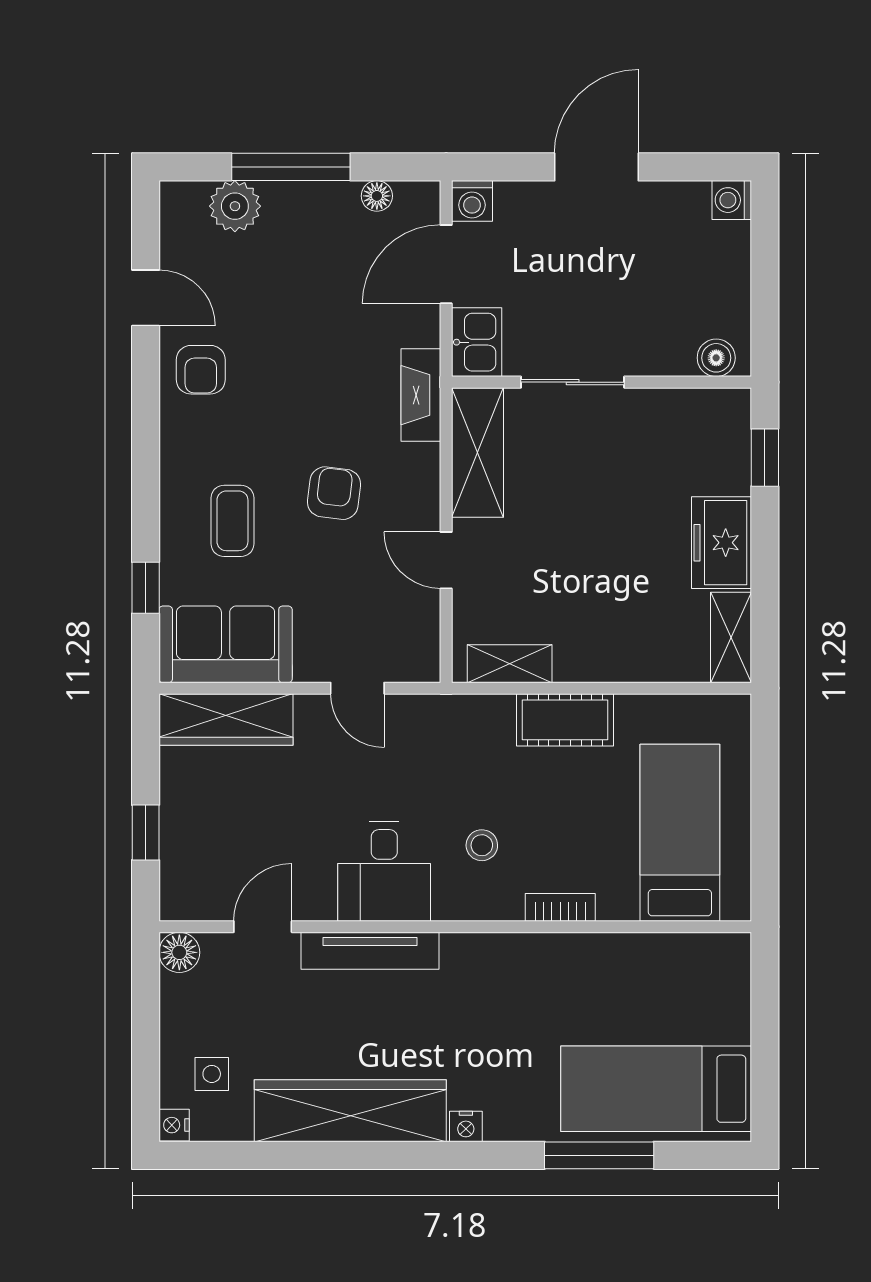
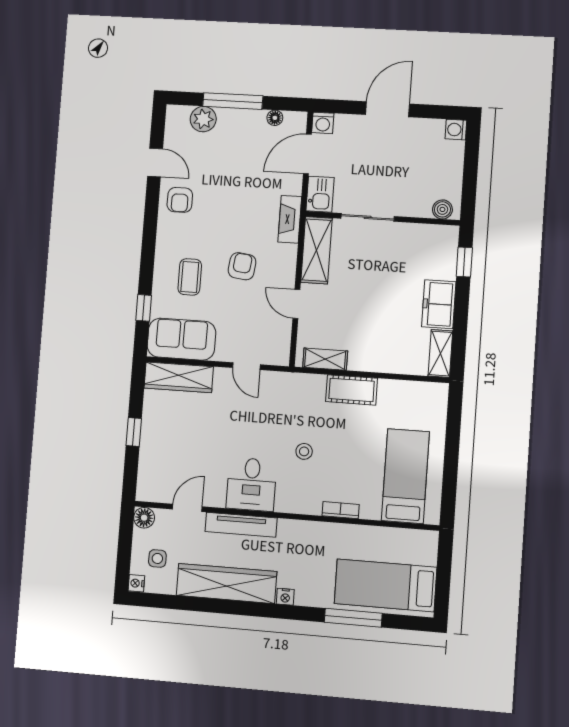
bed: (680, 833) -> (405, 476), moved
desk: (384, 871) -> (251, 484), moved
bookcase: (560, 907) -> (341, 510), moved
door: (263, 927) -> (187, 508), moved
wall: (455, 927) -> (286, 516), moved
tv unit: (370, 951) -> (241, 525), moved
floor lamp: (179, 952) -> (144, 518), moved

